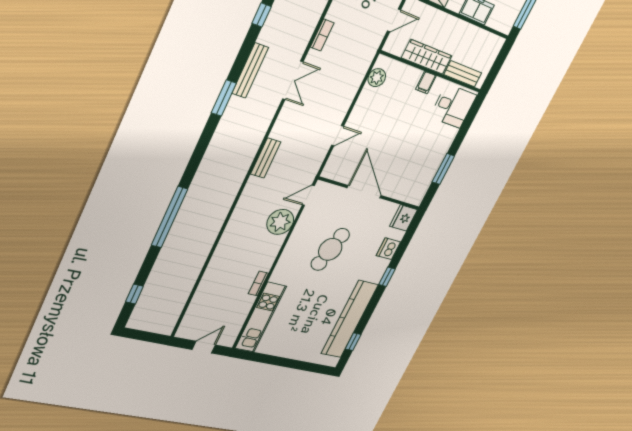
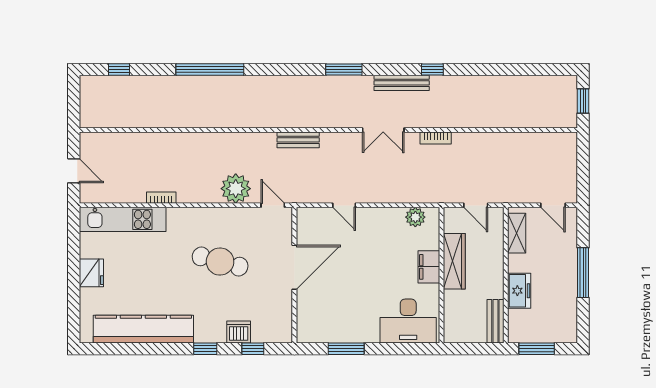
bench: (250, 71) -> (402, 83), moved
bench: (463, 74) -> (495, 321), moved
filing cabinet: (426, 83) -> (429, 267), width x2.00
desk: (453, 106) -> (408, 321), width x1.37
fridge: (404, 218) -> (91, 273), moved, turned 90
window: (353, 342) -> (253, 349), moved

